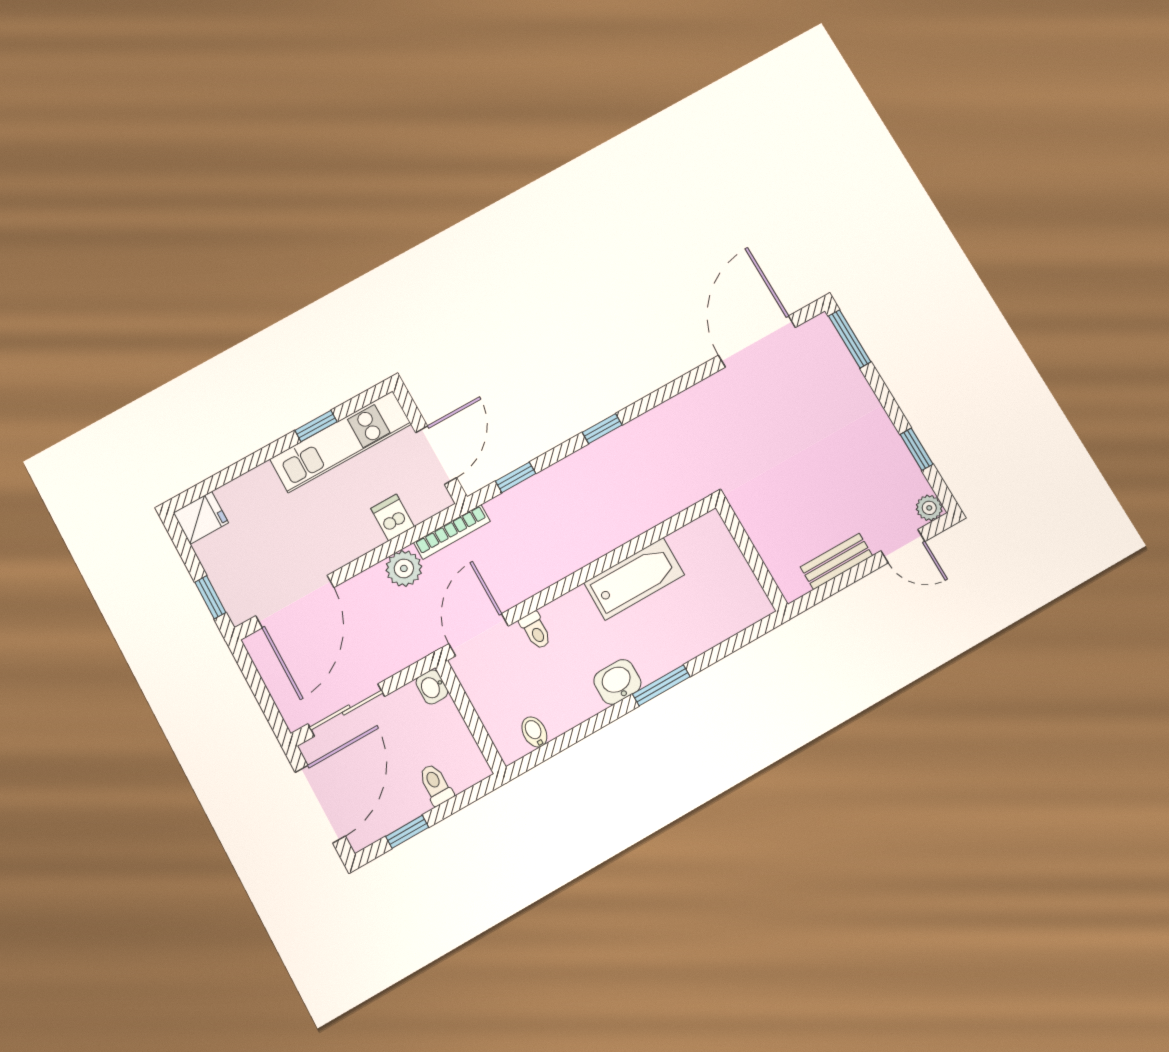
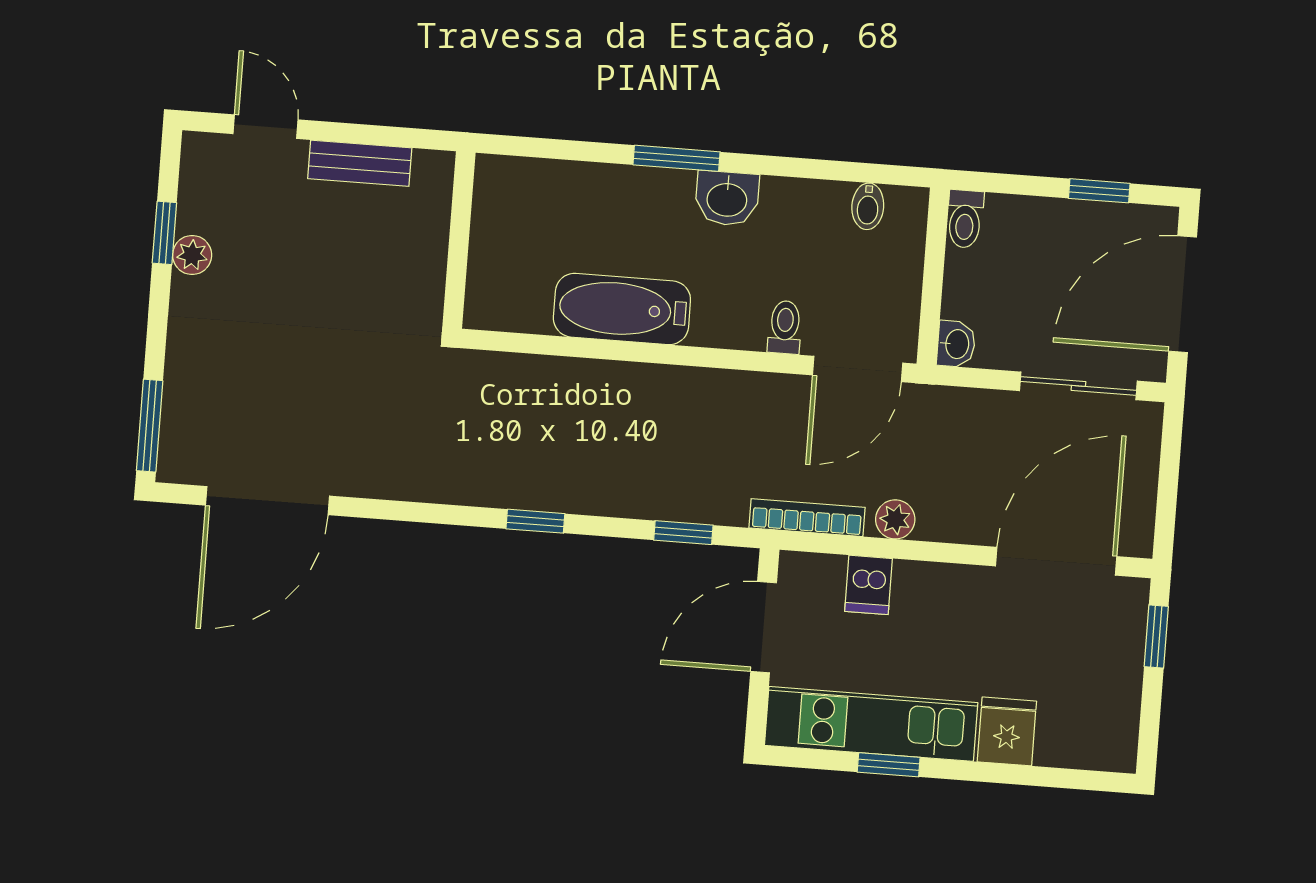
plant: (929, 508) -> (192, 255), moved
fridge: (201, 518) -> (1007, 731), moved, turned 90
plant: (404, 568) -> (895, 519), width x0.73, depth x0.73
toilet: (436, 785) -> (965, 219), moved

